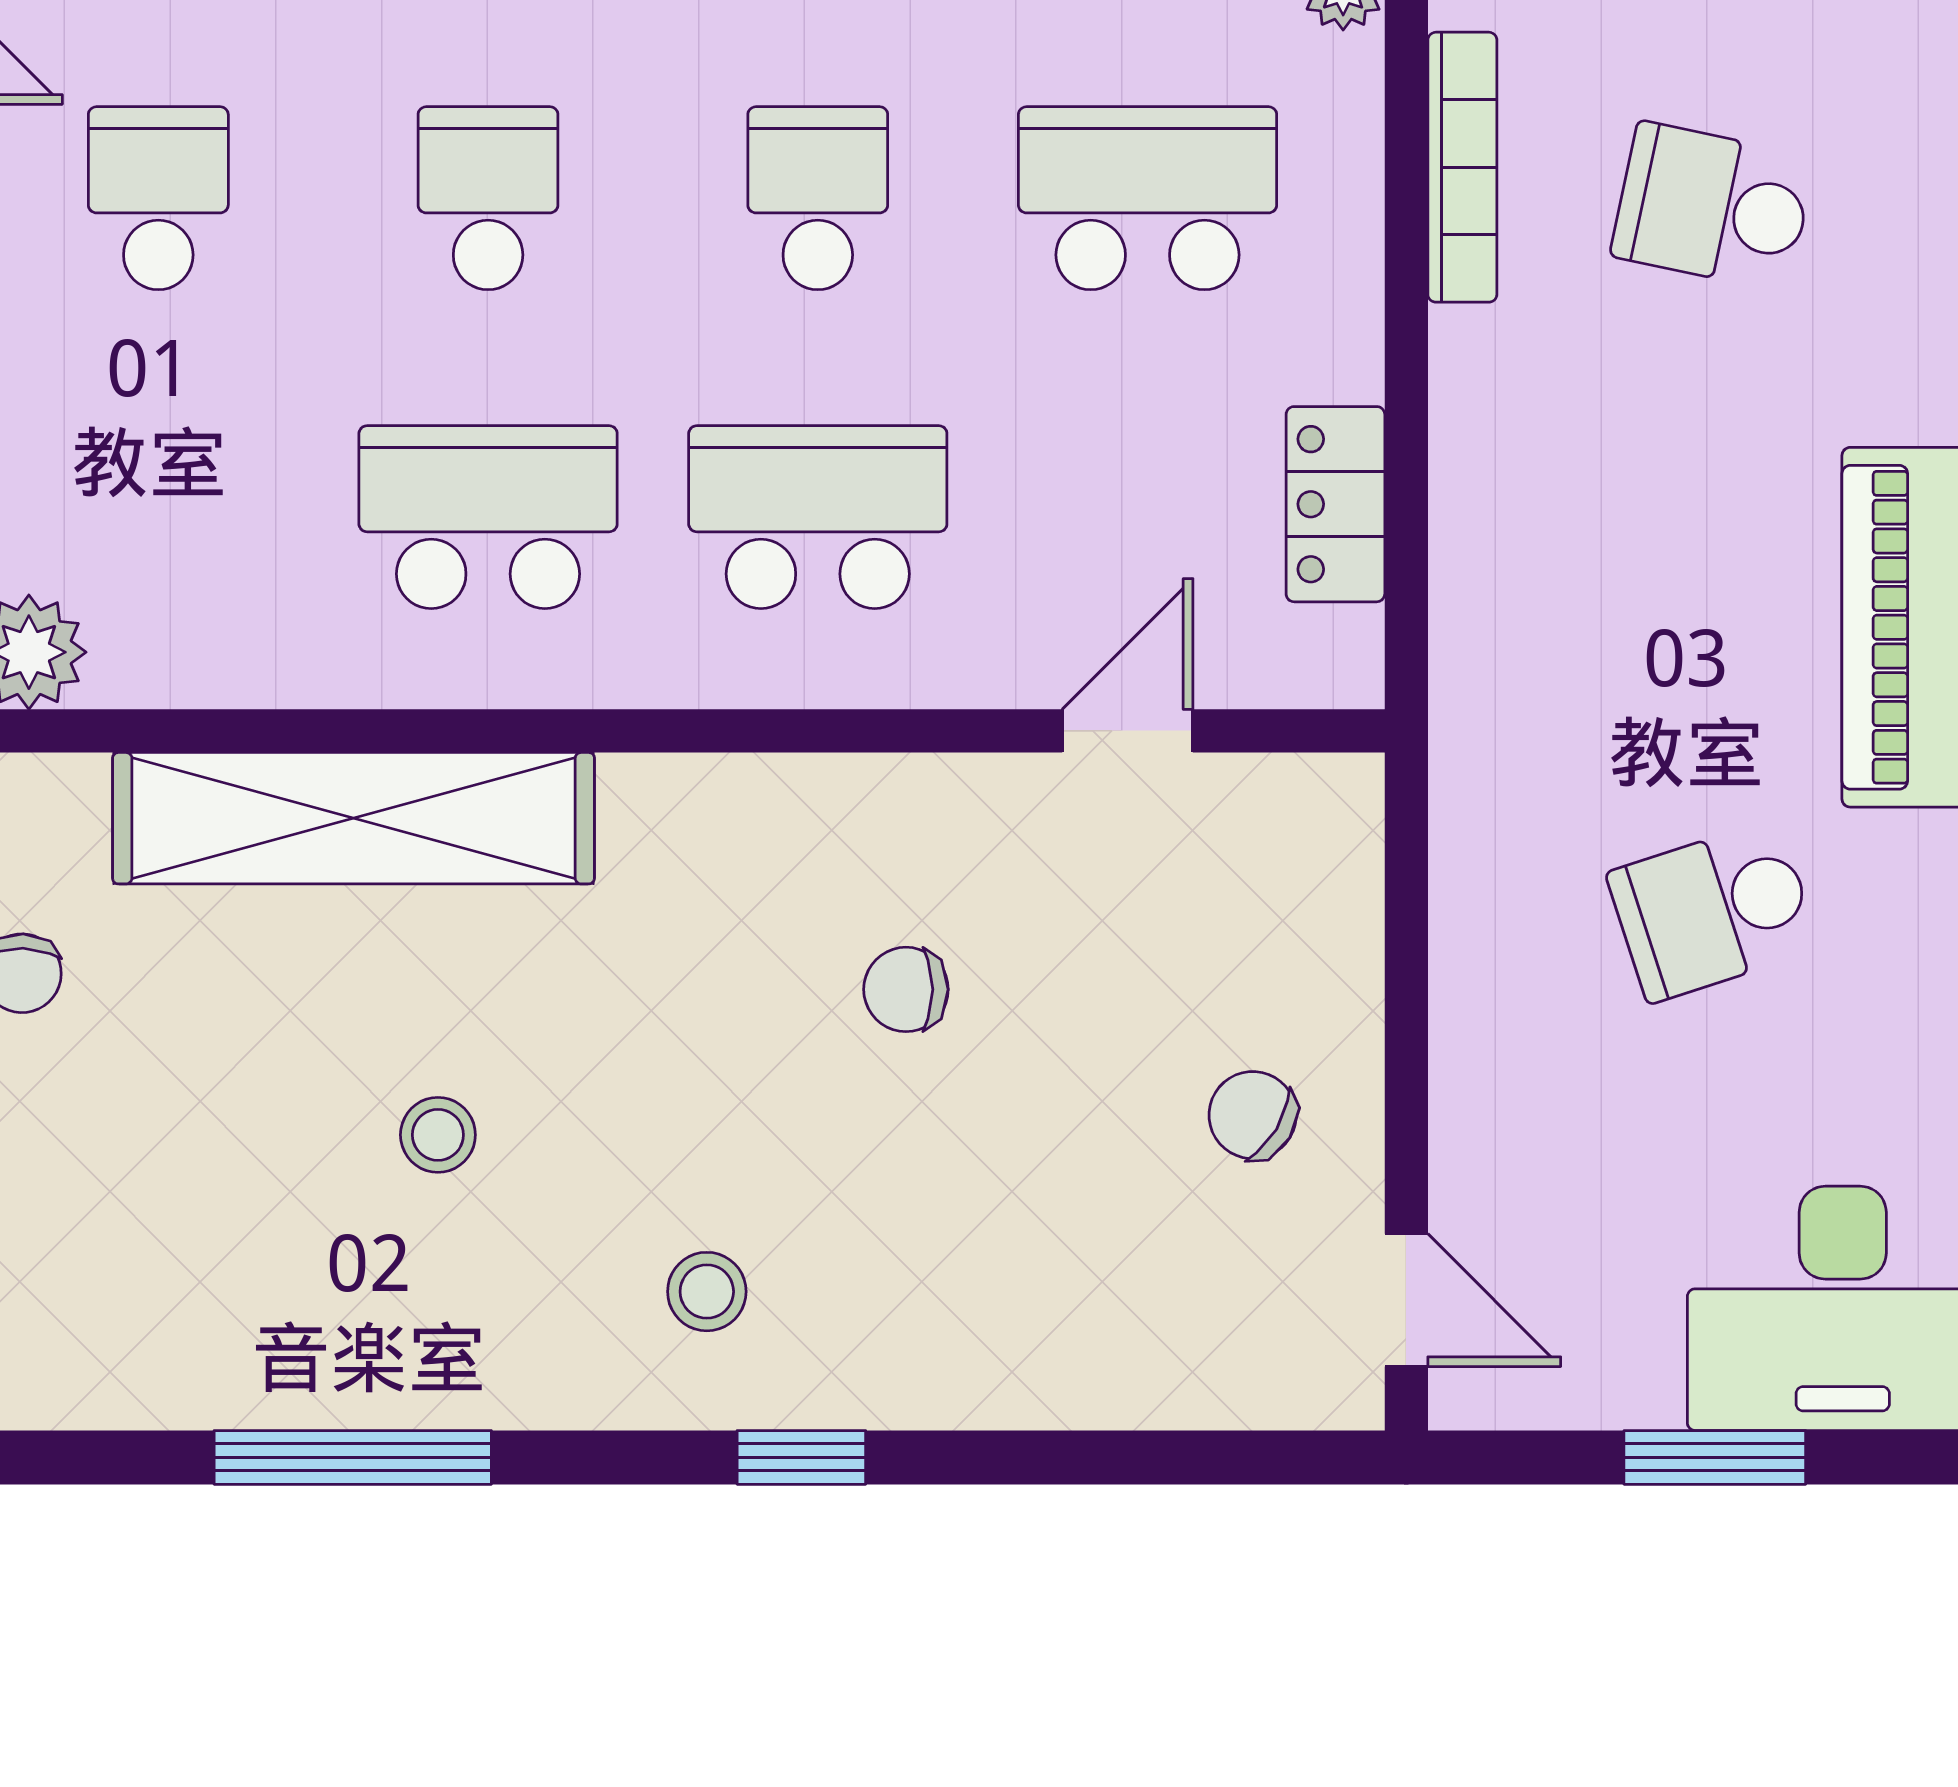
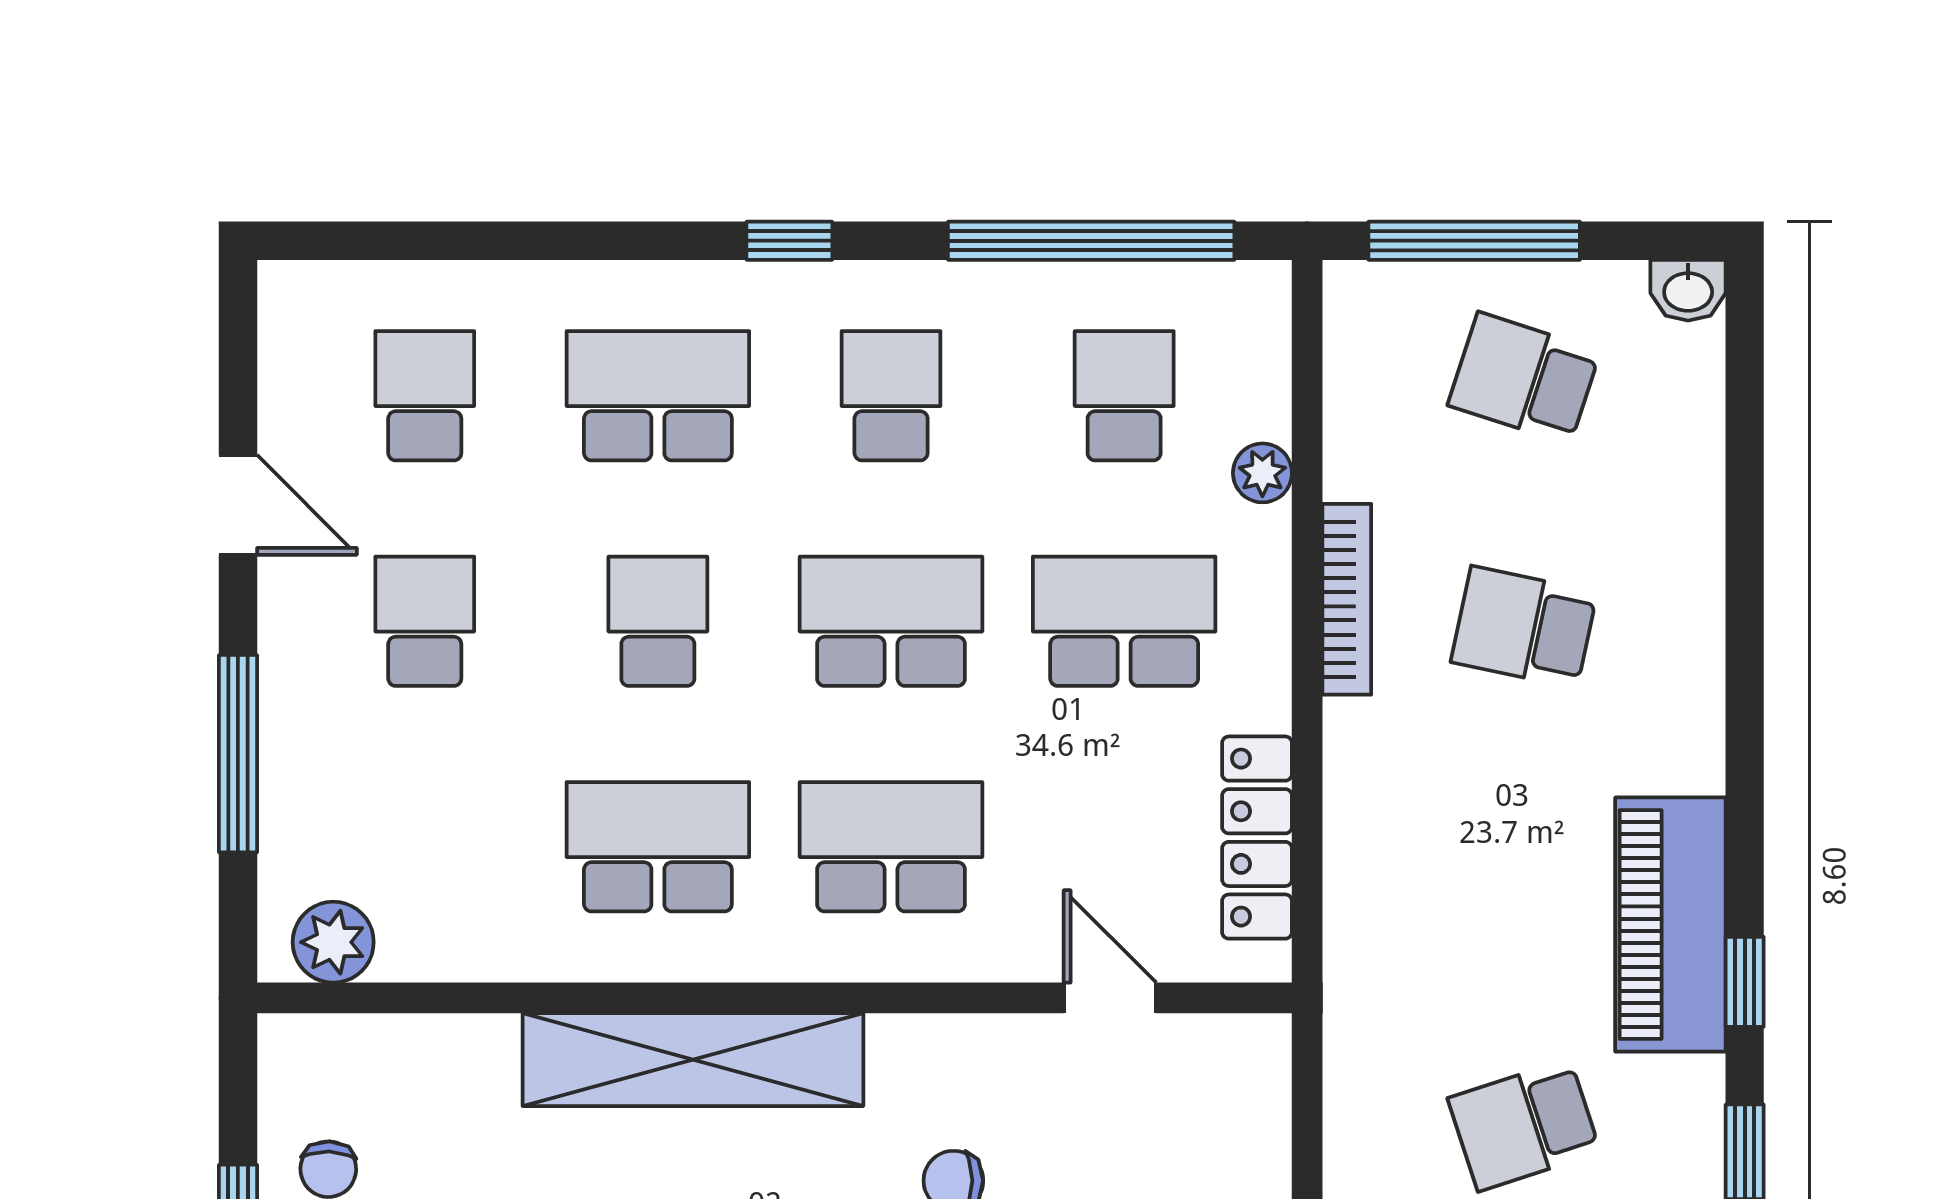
school desk: (818, 198) -> (891, 621), width x1.85
locker: (1335, 504) -> (1257, 838), width x1.53
door: (1127, 731) -> (1110, 998), hinge flipped
shelving: (354, 818) -> (693, 1060), moved

